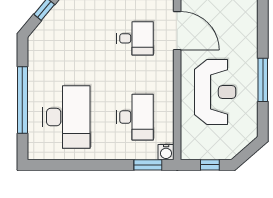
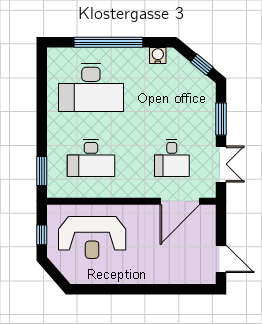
window: (263, 80) -> (129, 289), removed
reception desk: (215, 92) -> (92, 237), moved
water cooler: (166, 152) -> (158, 55), moved, turned 90

